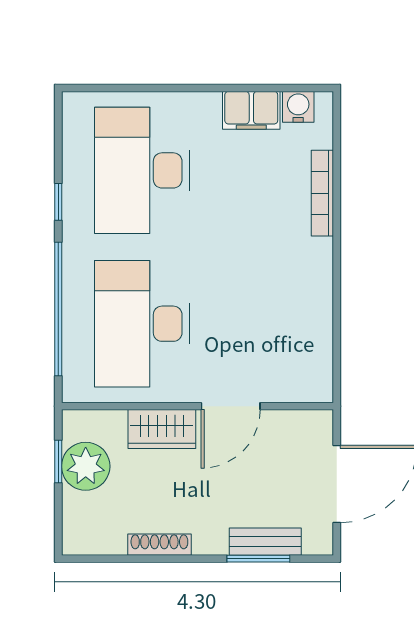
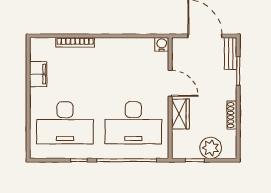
water cooler: (298, 107) -> (162, 44), moved, turned 90
plant: (86, 466) -> (211, 148), moved
bench: (265, 542) -> (231, 53), moved

